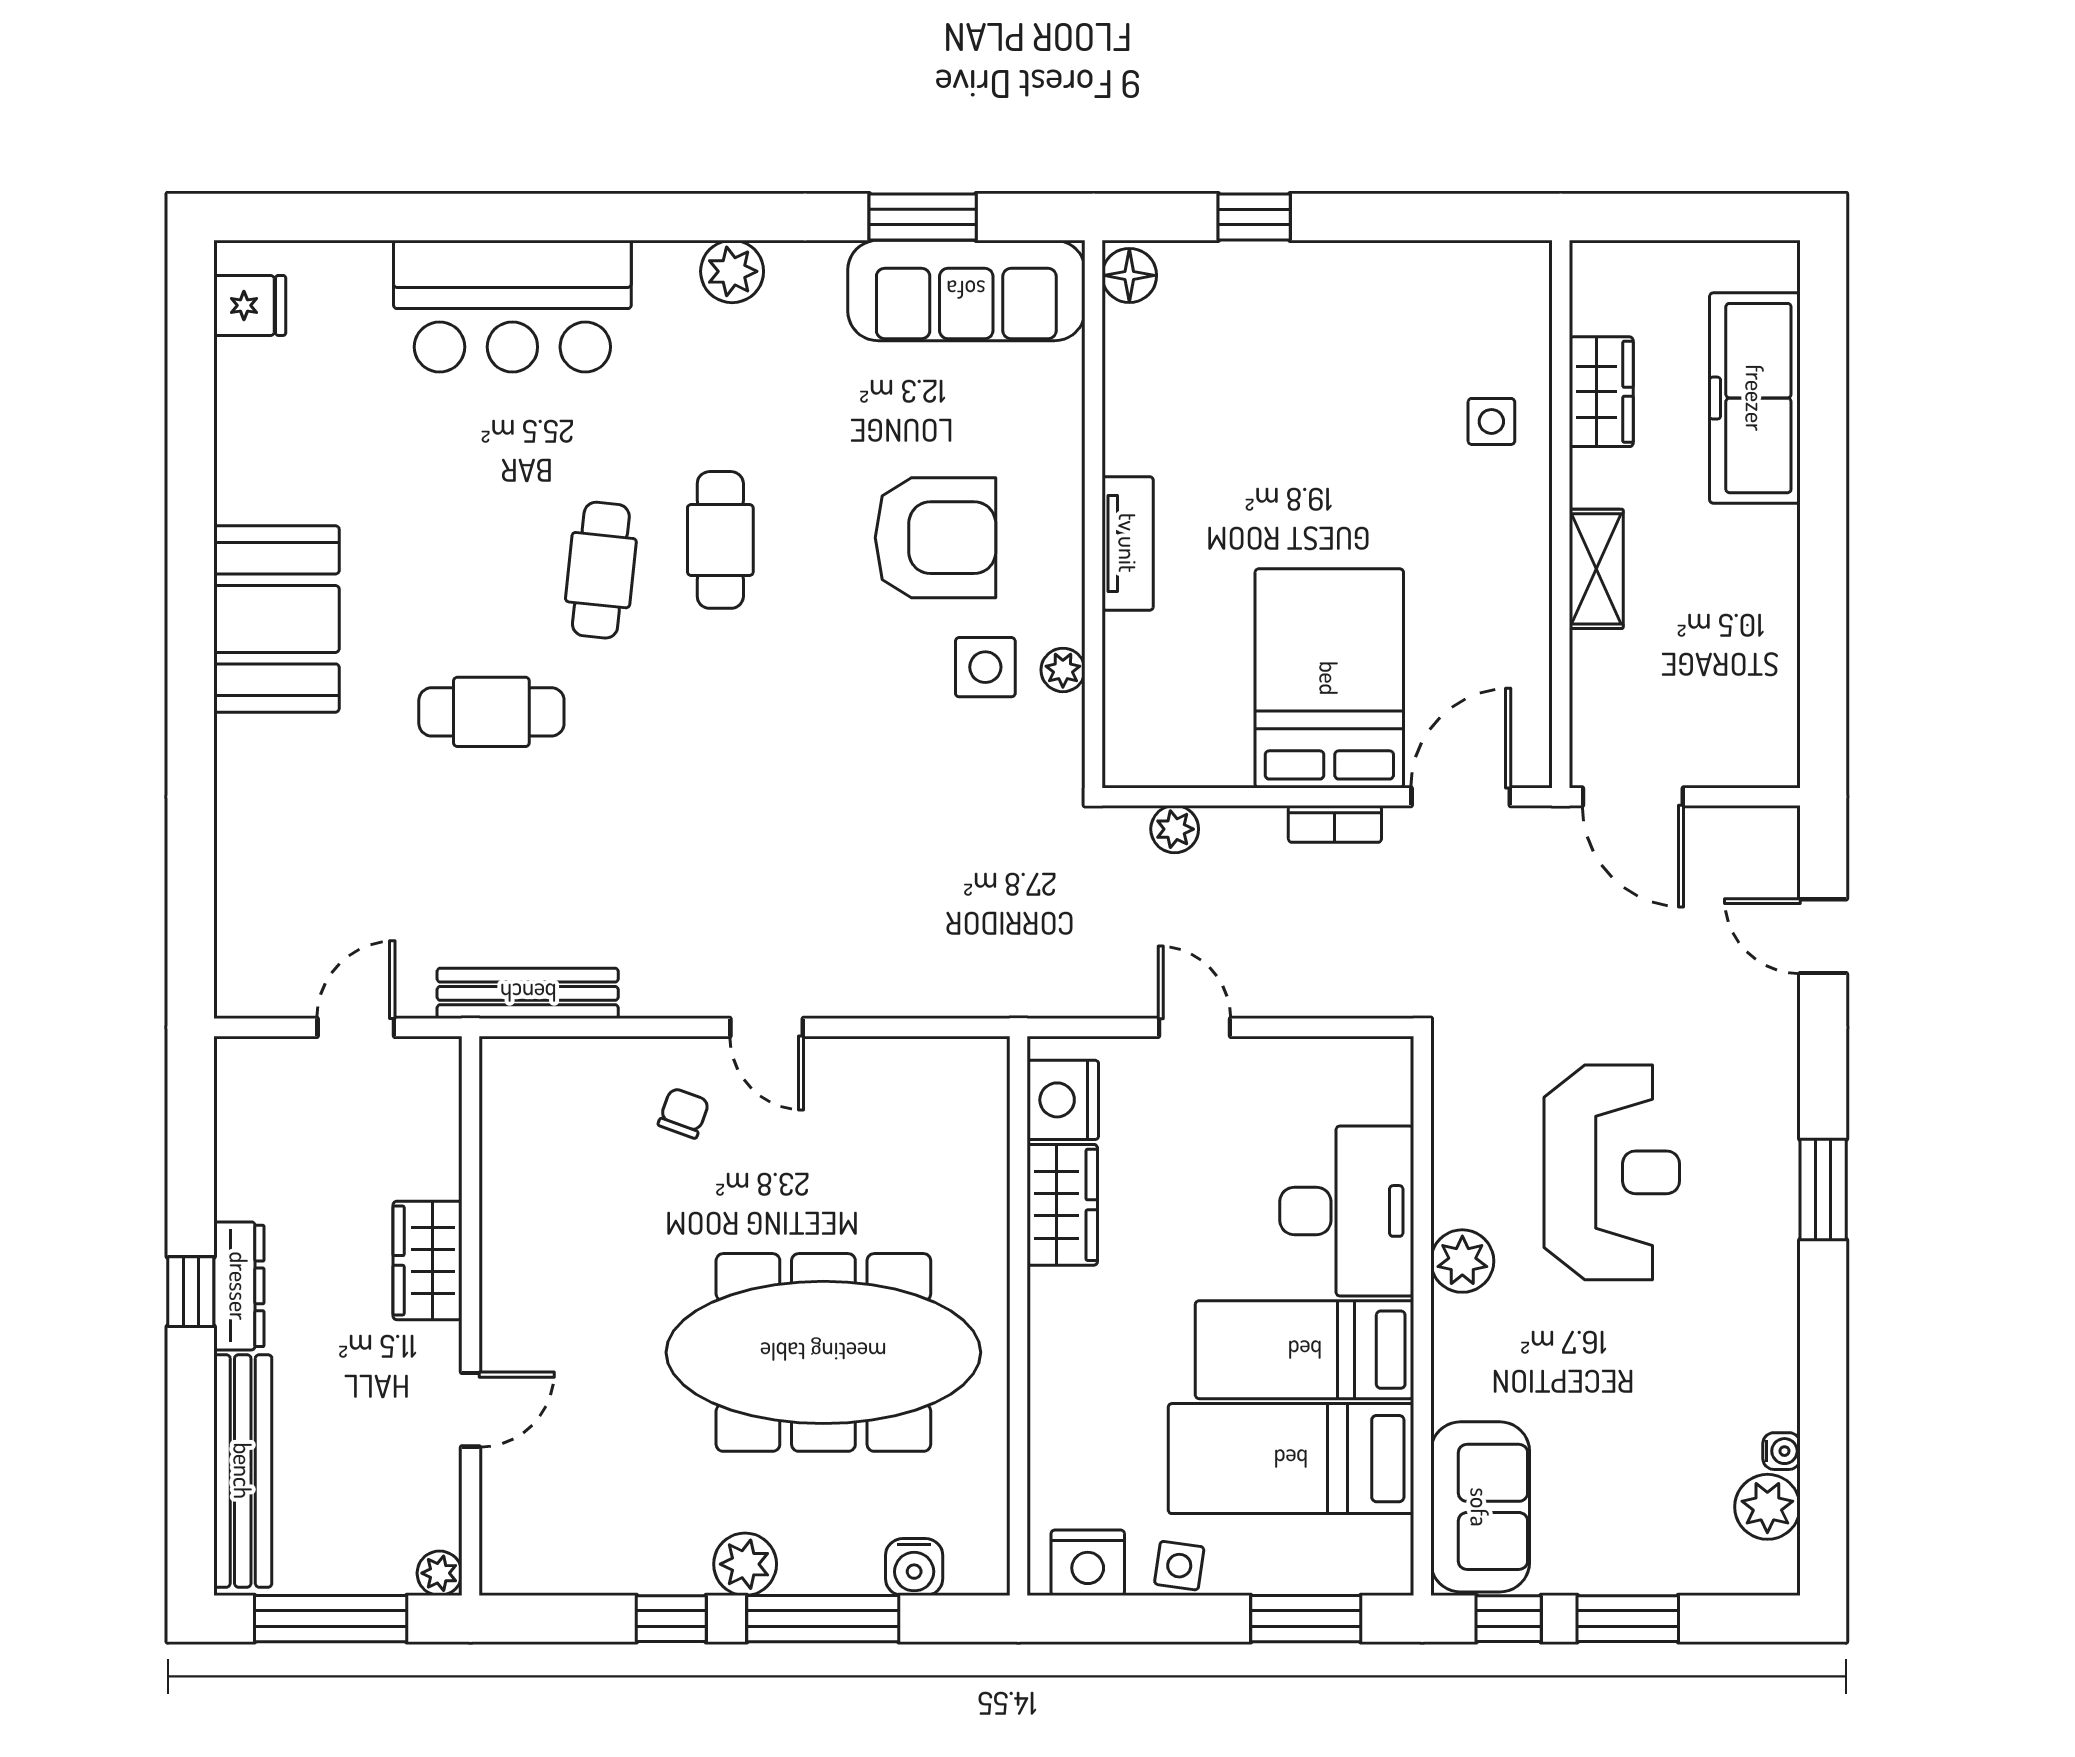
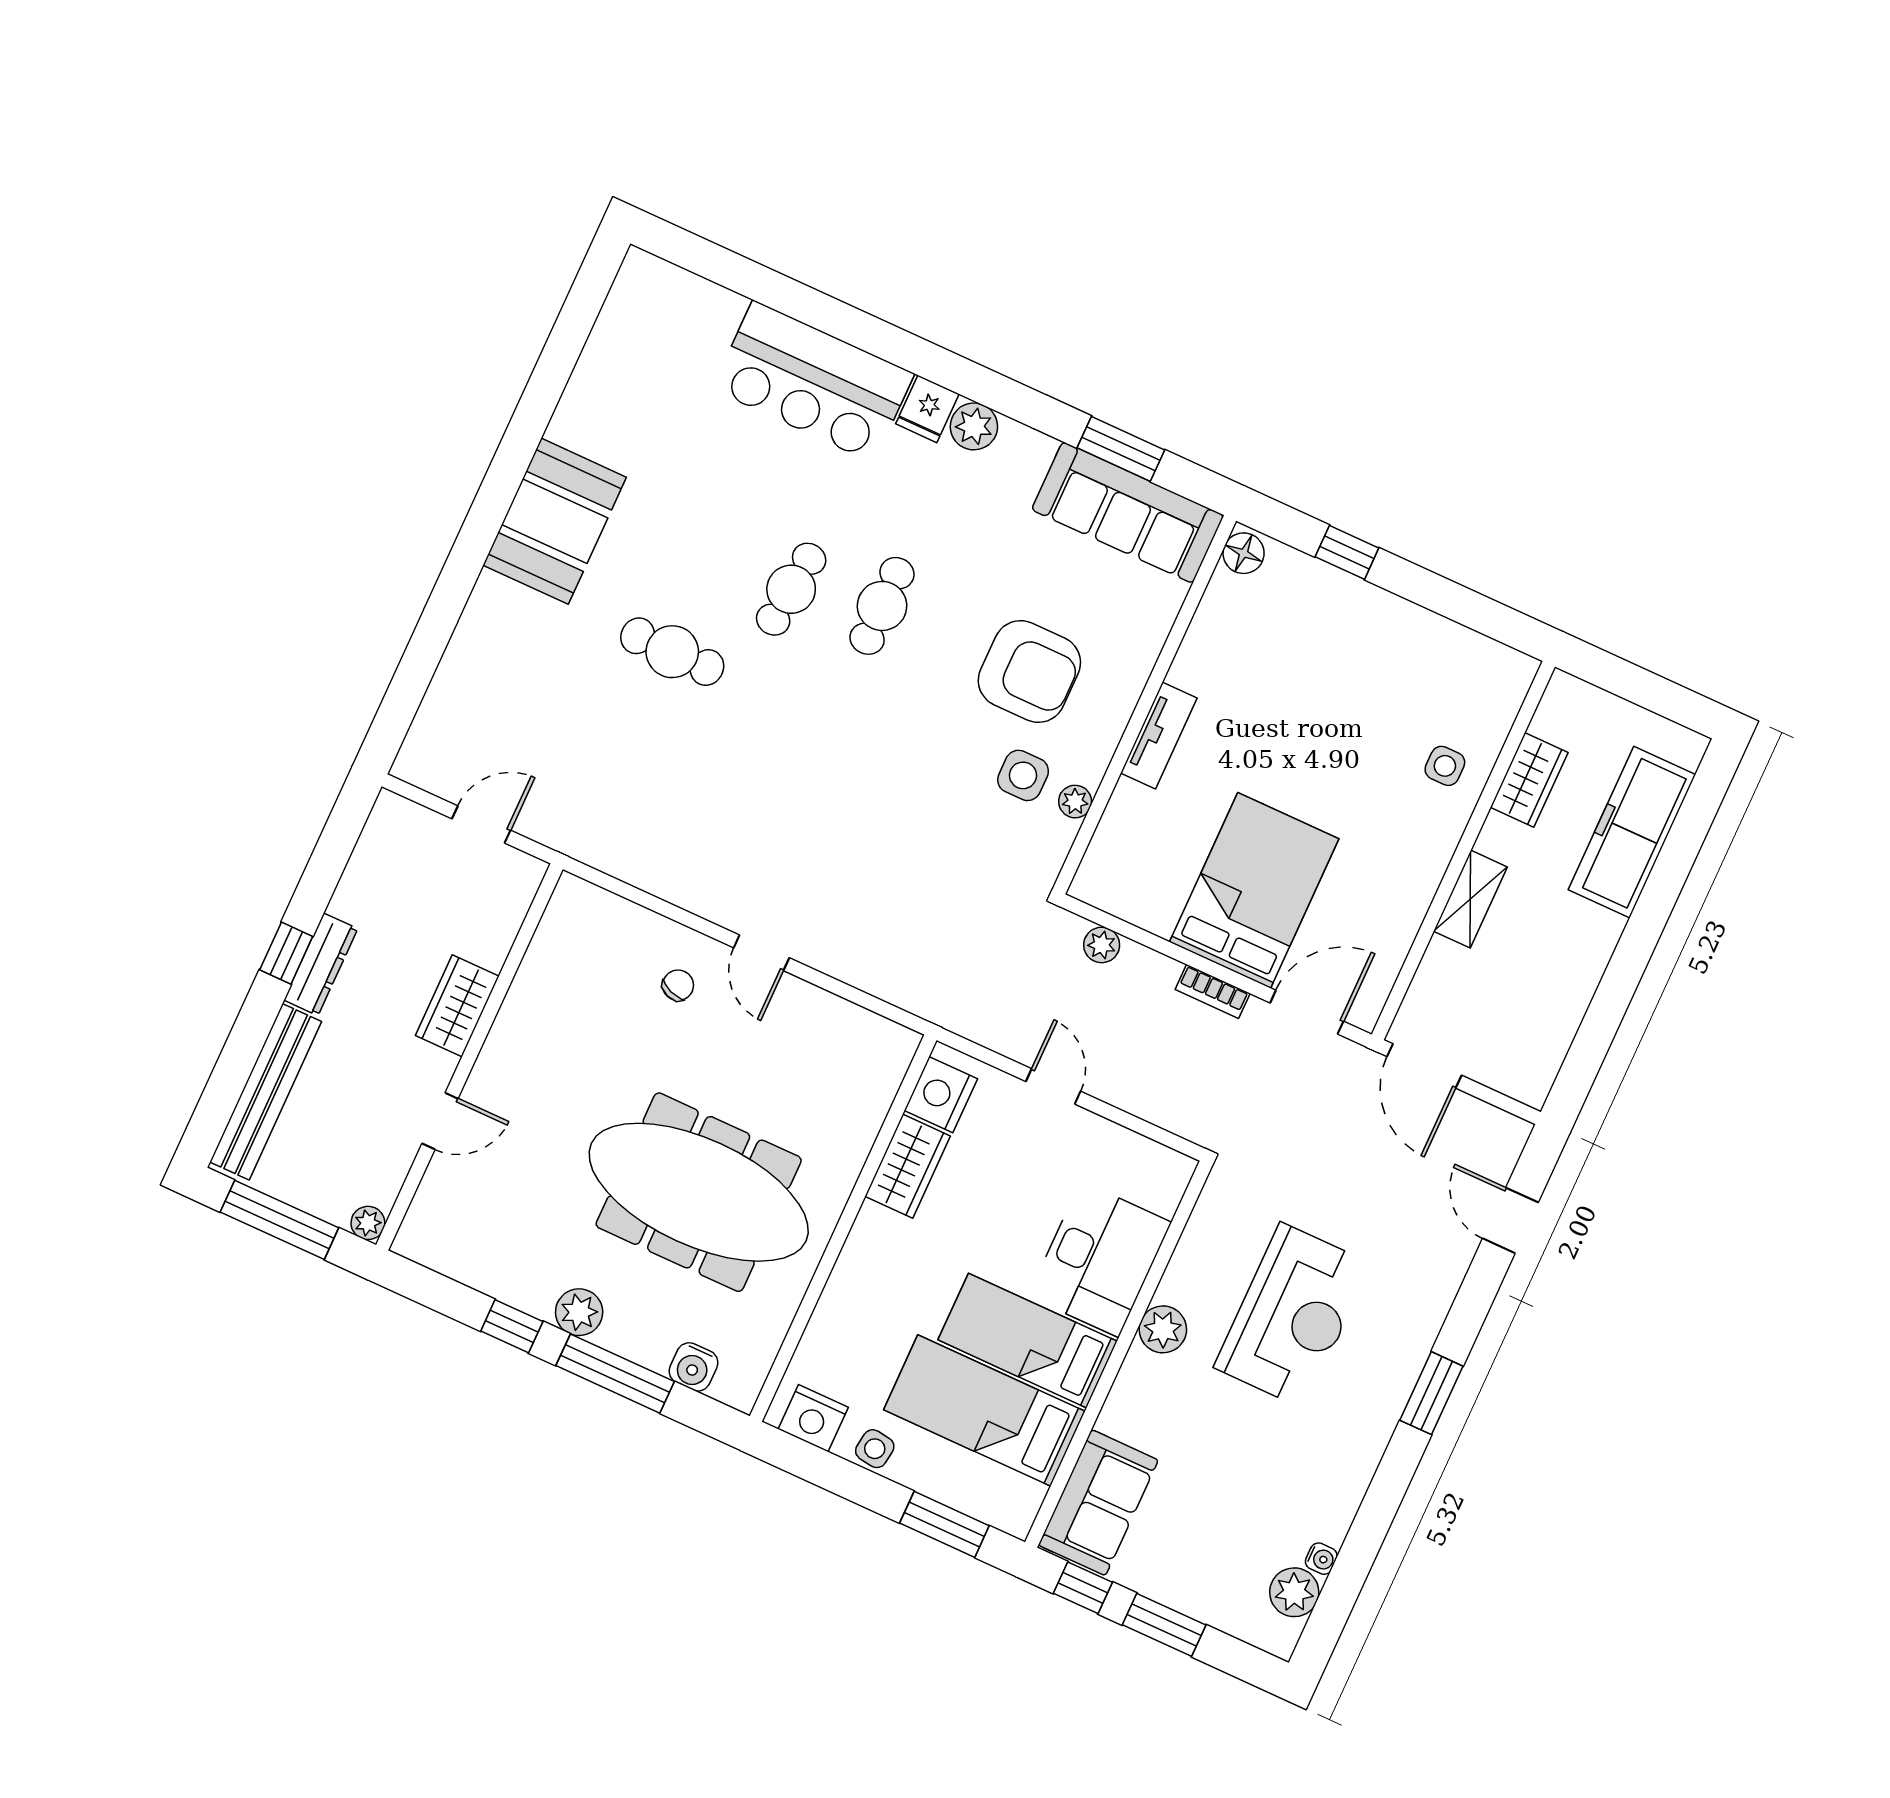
fridge: (250, 305) -> (927, 409), moved, turned 90
bench: (528, 993) -> (609, 855), removed

